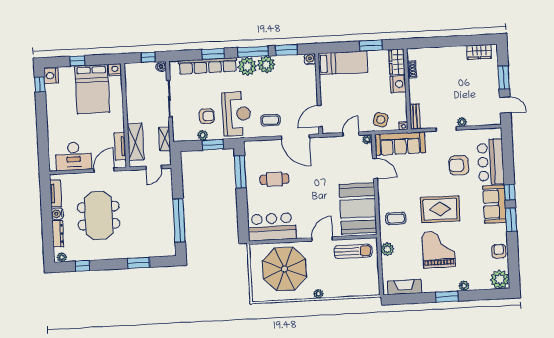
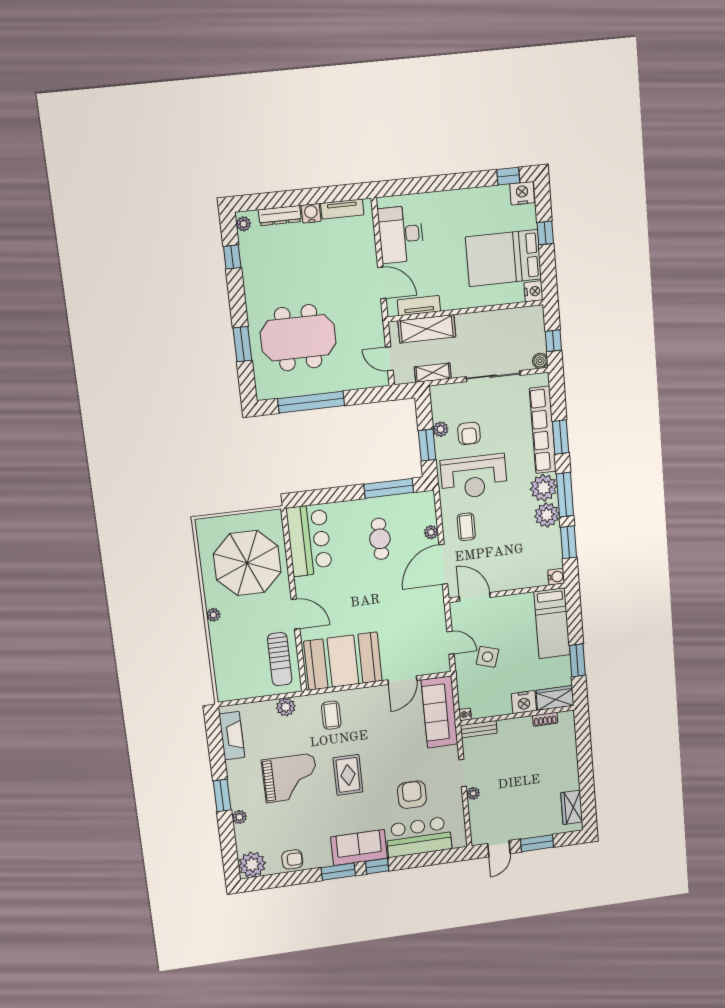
side table: (381, 120) -> (488, 657), moved
plant: (367, 139) -> (431, 532), moved
rug: (440, 209) -> (348, 775), width x0.73, depth x0.70
meeting table: (99, 216) -> (298, 338), moved

